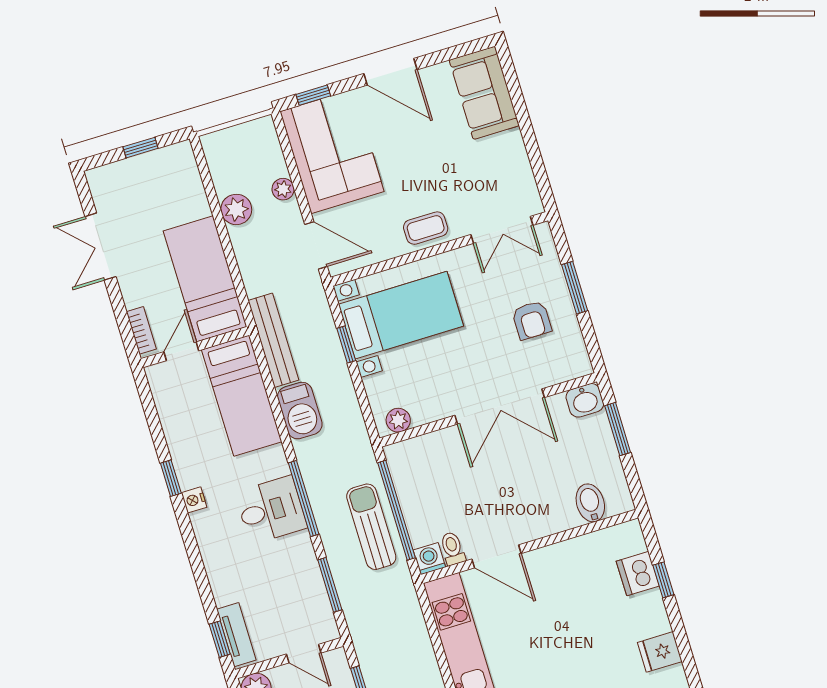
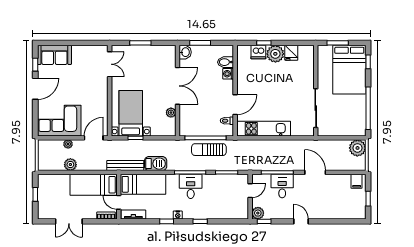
window: (313, 95) -> (35, 65), moved
coffee table: (426, 228) -> (100, 93), removed
armchair: (532, 320) -> (148, 63), removed
plant: (398, 420) -> (171, 113), moved
washing machine: (429, 559) -> (228, 74), moved
plant: (646, 615) -> (275, 54), added
tv unit: (236, 635) -> (133, 214), moved
window: (220, 639) -> (200, 221), moved

